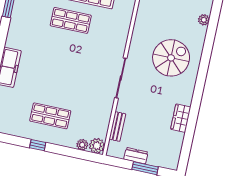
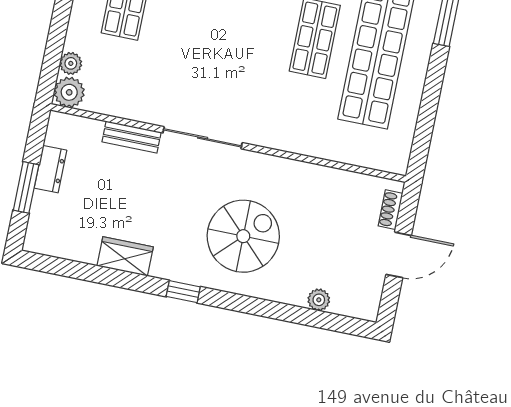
spiral stairs: (171, 58) -> (243, 236), turned -90
window: (199, 89) -> (183, 292), added
bench: (117, 127) -> (132, 137), moved

